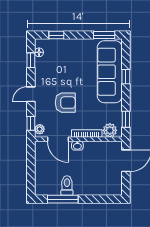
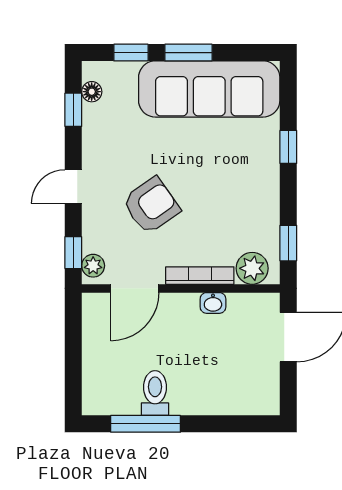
window: (104, 35) -> (188, 53), moved
sofa: (110, 72) -> (209, 89), moved, turned -90
armchair: (65, 103) -> (151, 205), turned -35
door: (58, 139) -> (135, 288), hinge flipped
washbasin: (77, 146) -> (213, 303), moved

